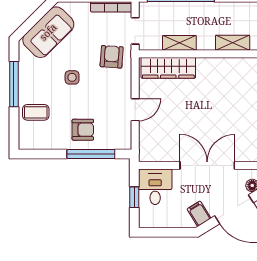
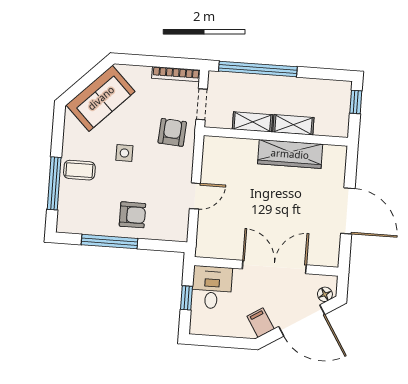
shelving: (233, 43) -> (293, 125), moved
wardrobe: (168, 68) -> (290, 154), moved
window: (14, 84) -> (54, 183), moved
coffee table: (36, 112) -> (79, 170), moved
window: (91, 154) -> (110, 242), moved

